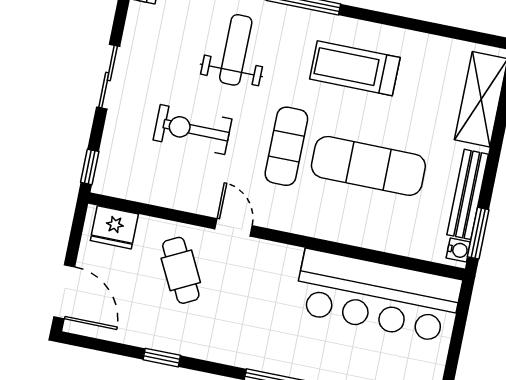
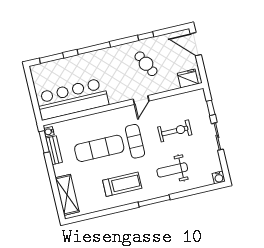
weight bench: (236, 50) -> (172, 170), turned 90
window: (90, 167) -> (211, 108), moved
bench: (468, 194) -> (54, 150), width x0.73
door: (234, 227) -> (141, 100), hinge flipped
cafe table: (181, 270) -> (146, 64), moved

